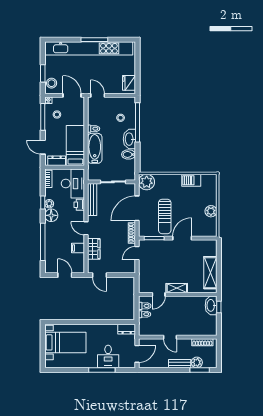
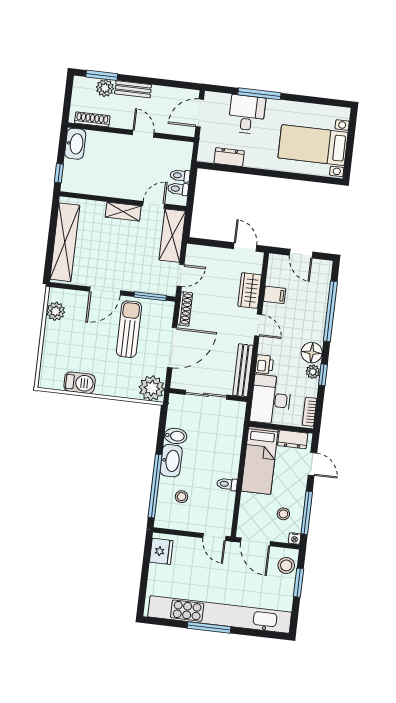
bathtub: (95, 148) -> (229, 452), removed
plant: (211, 211) -> (56, 311), moved
shelving: (210, 273) -> (65, 242), width x1.47
shelving: (145, 277) -> (172, 236), added
washbasin: (211, 305) -> (75, 144), moved
dresser: (127, 329) -> (229, 157), moved

